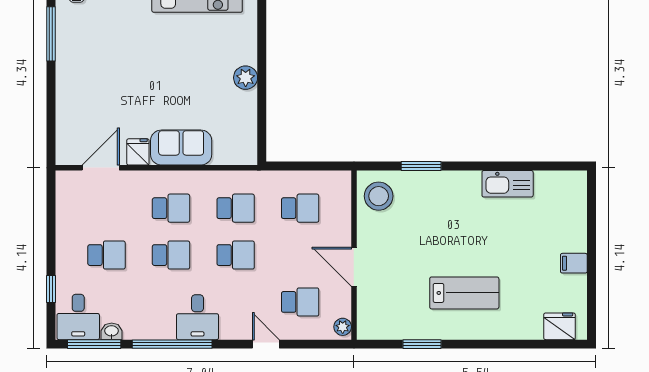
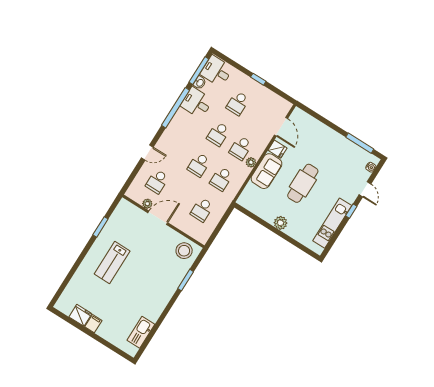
cafe table: (165, 82) -> (303, 183), added
plant: (183, 179) -> (251, 162), added
kitchen sink: (508, 184) -> (141, 332), moved
window: (51, 289) -> (258, 79), moved
desk: (198, 317) -> (197, 103), moved
fridge: (560, 326) -> (80, 315), moved, turned -90
plant: (343, 327) -> (147, 204), moved

